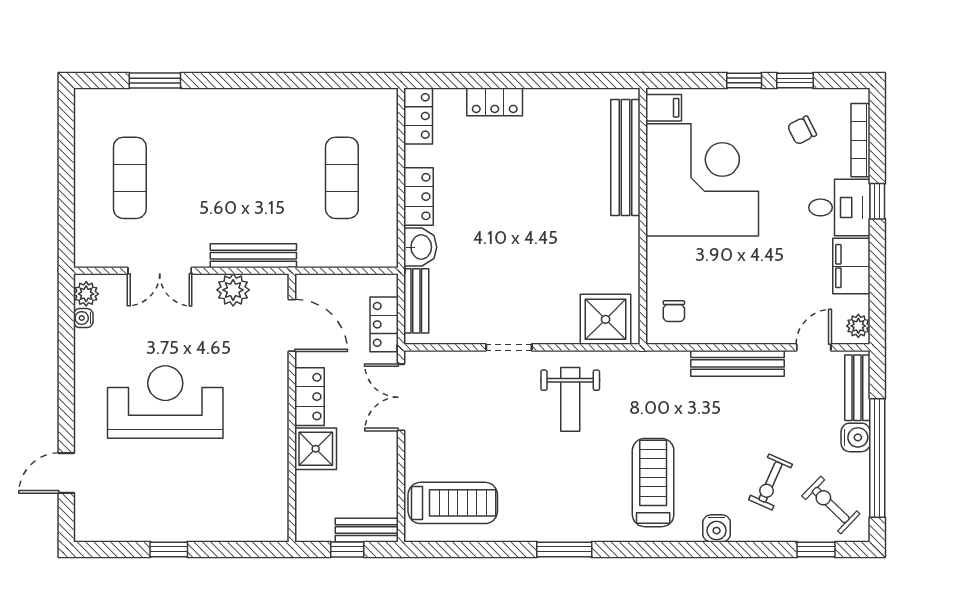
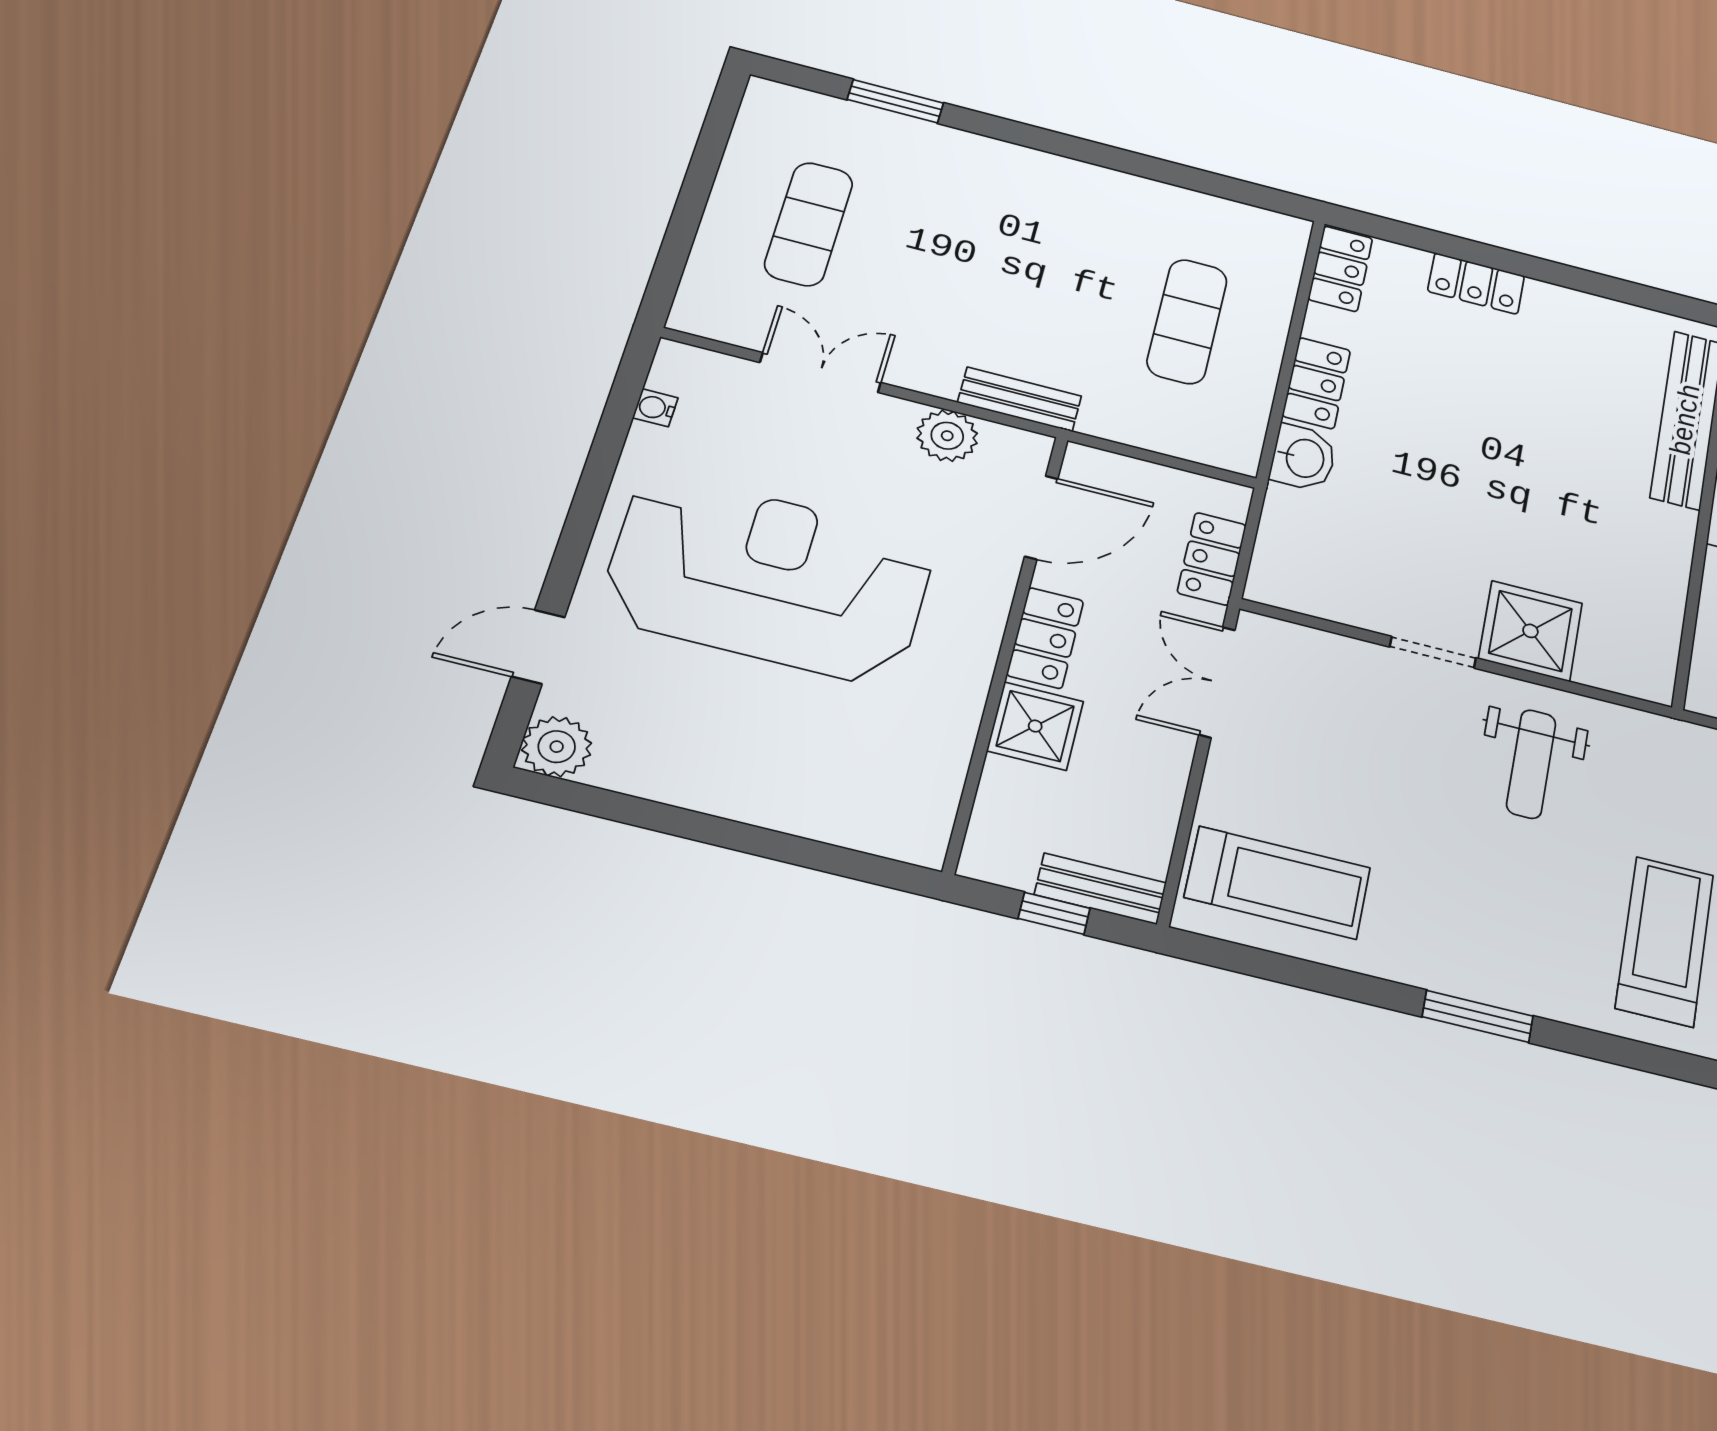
bench: (253, 256) -> (1020, 399), width x0.73
double door: (160, 271) -> (820, 373), swing flipped
plant: (86, 294) -> (557, 747), moved, width x1.38, depth x1.38
bench: (416, 301) -> (1279, 537), removed
shower: (606, 319) -> (1530, 631), moved
door: (292, 325) -> (1041, 517), hinge flipped
reception desk: (165, 402) -> (769, 578), width x1.36, depth x1.30
window: (169, 549) -> (699, 827), removed

